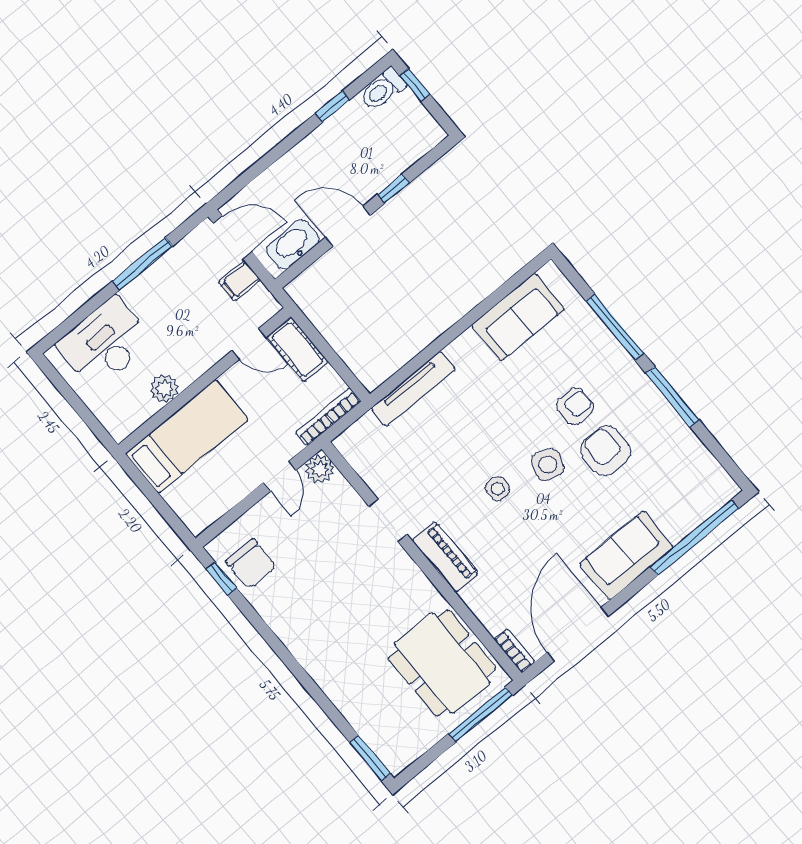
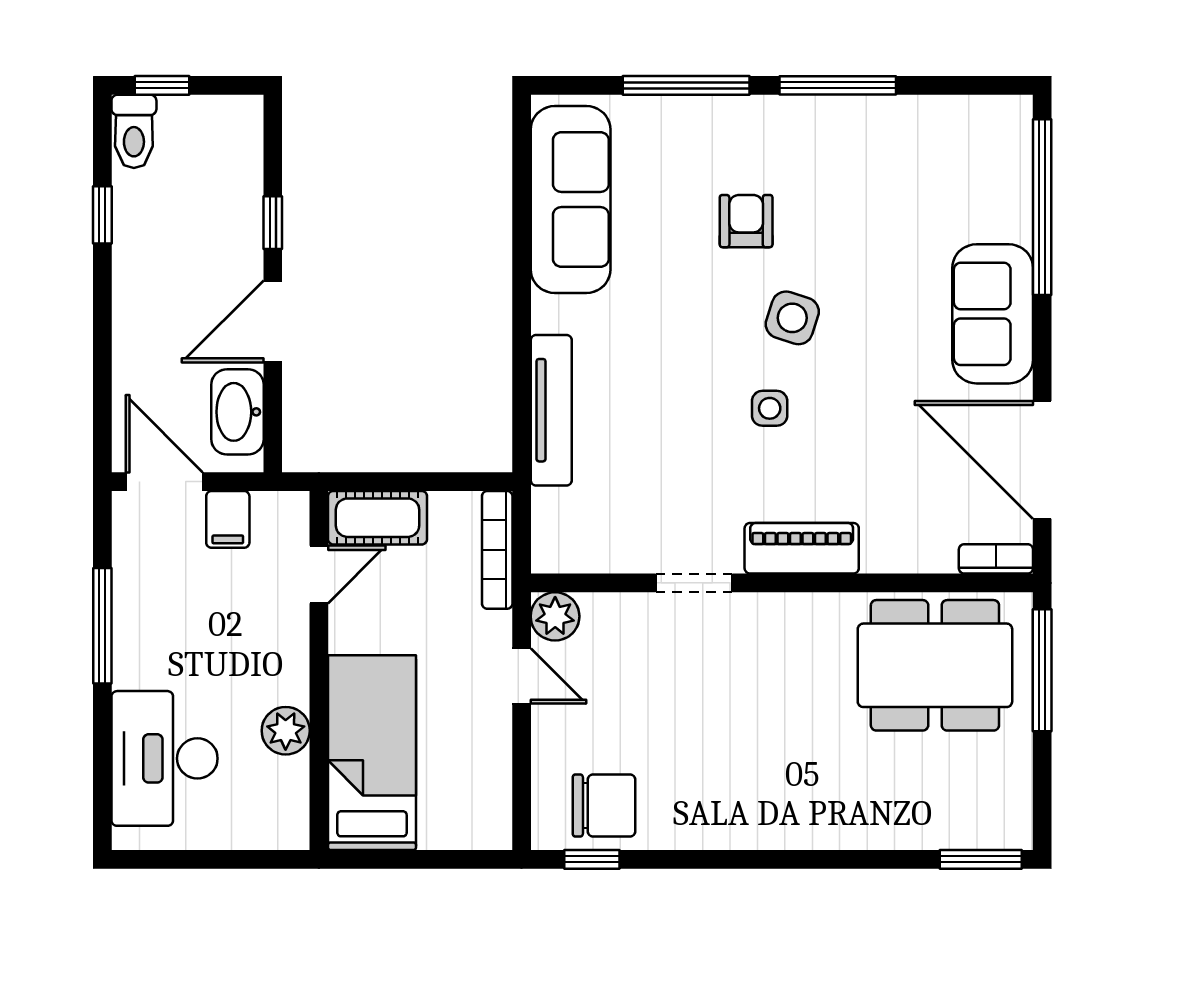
door: (233, 237) -> (164, 482), hinge flipped
sofa: (518, 317) -> (571, 200), width x1.36
armchair: (606, 451) -> (836, 229), removed

